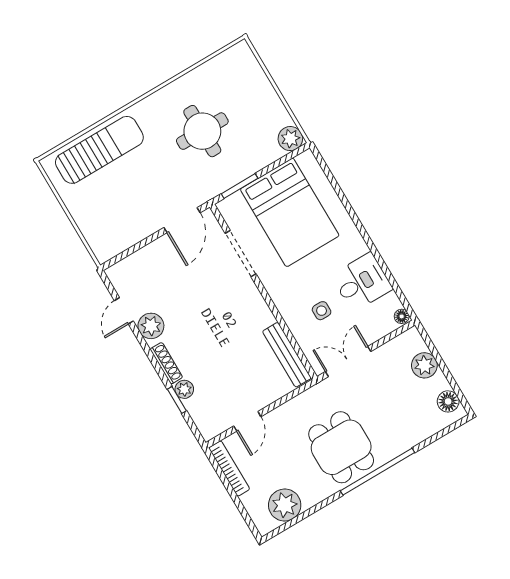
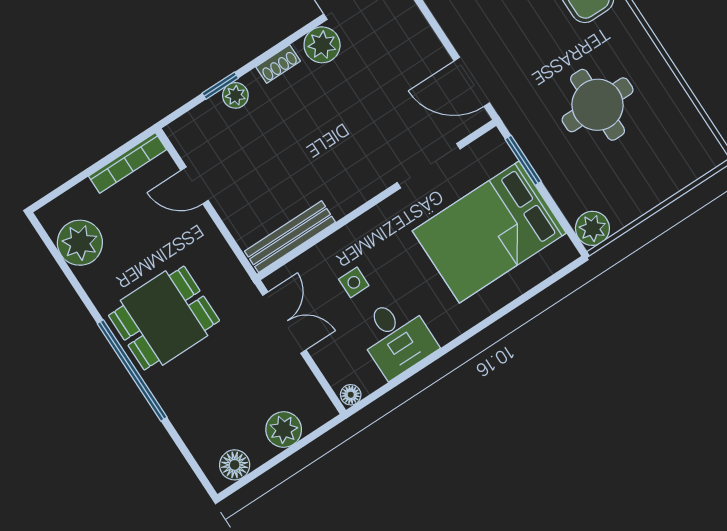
shoe rack: (166, 363) -> (278, 64), width x0.70

